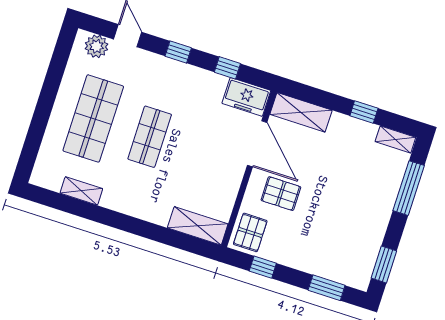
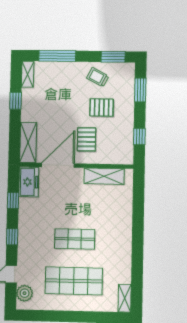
shelving: (81, 191) -> (125, 298), moved
shelving: (198, 226) -> (104, 176), moved, turned 90
pallet: (250, 232) -> (102, 107), moved
trolley: (362, 235) -> (98, 77), added

